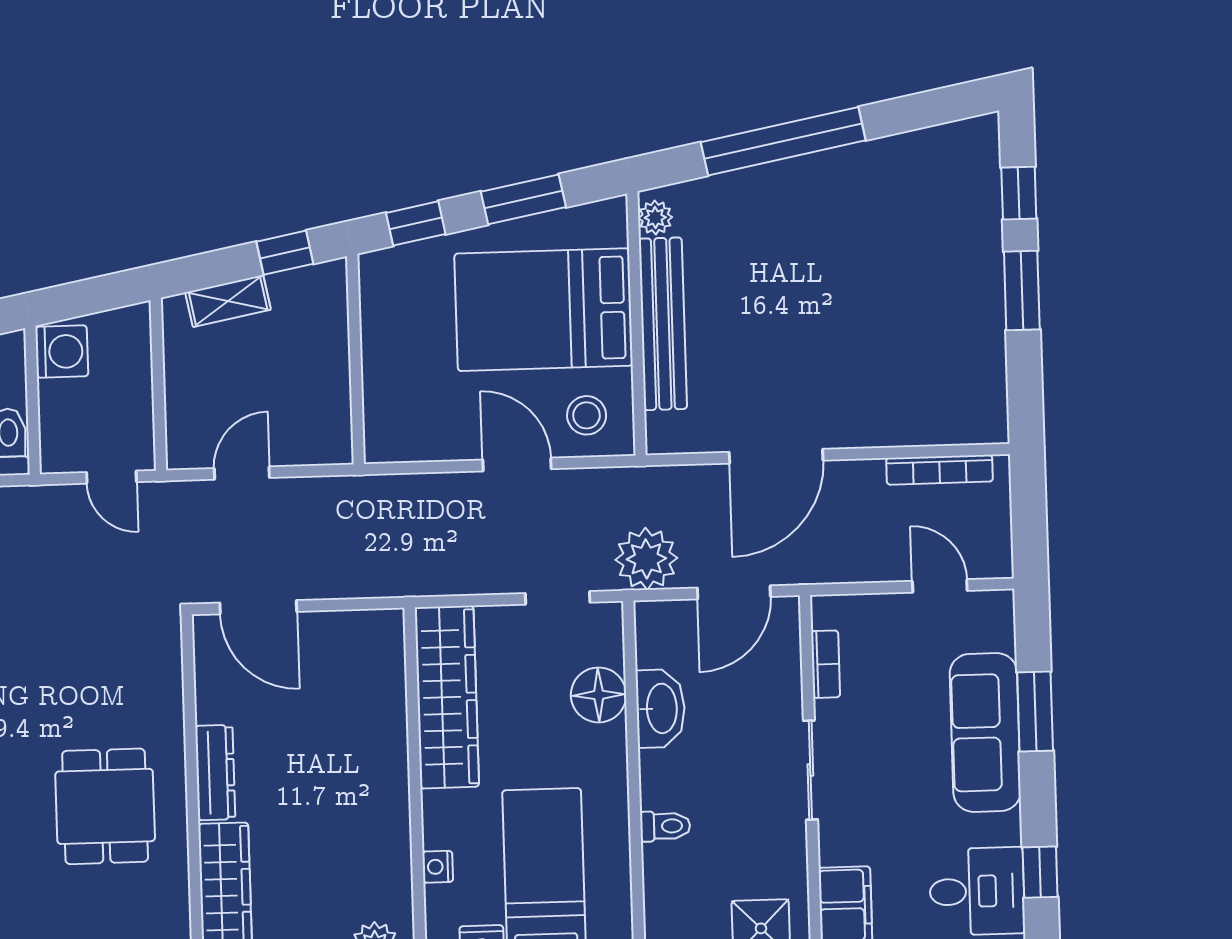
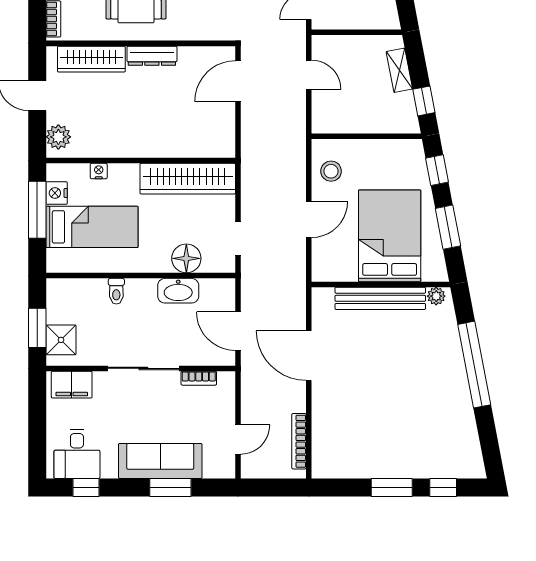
stool: (587, 415) -> (331, 171), moved
plant: (646, 559) -> (257, 286), removed
sliding door: (810, 770) -> (143, 368), width x1.37

